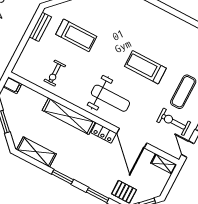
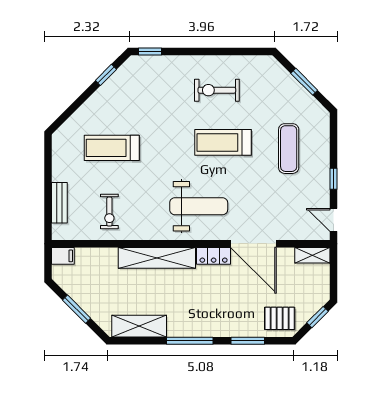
bench: (40, 27) -> (59, 203), moved
treadmill: (76, 35) -> (112, 148), turned 180
exercise bike: (174, 122) -> (217, 90), moved
window: (62, 177) -> (190, 341), width x1.44

